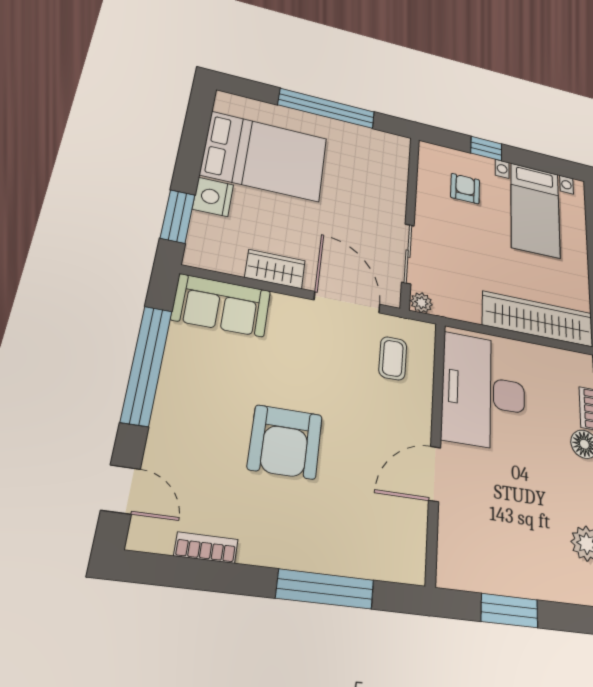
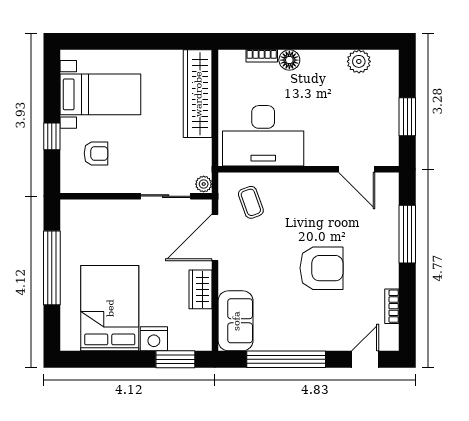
armchair: (465, 189) -> (96, 153), turned 180
coffee table: (393, 358) -> (251, 202), turned 70
door: (435, 474) -> (357, 169), moved

